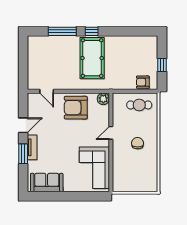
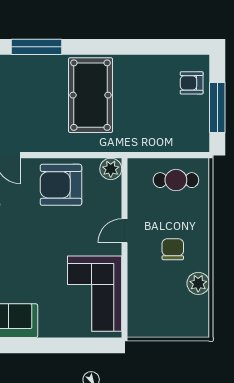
window: (92, 31) -> (90, 47), removed
window: (162, 65) -> (217, 107), width x2.17
armchair: (143, 82) -> (192, 83), moved
plant: (152, 162) -> (198, 283), added

